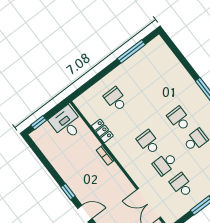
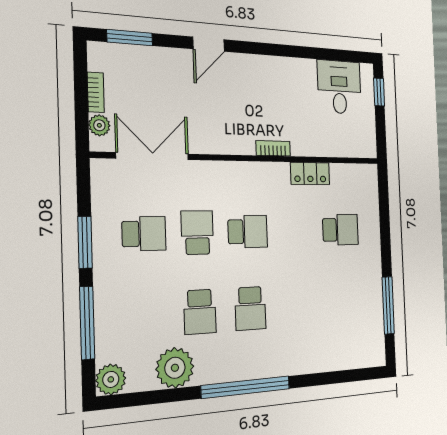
school desk: (179, 119) -> (250, 308), turned 90
desk: (66, 123) -> (339, 87), moved, turned -90
window: (68, 192) -> (259, 48), removed

